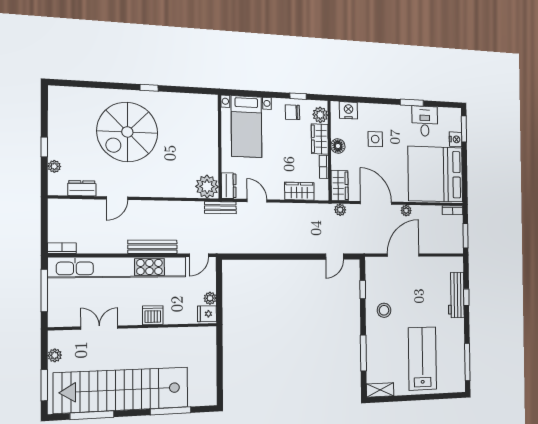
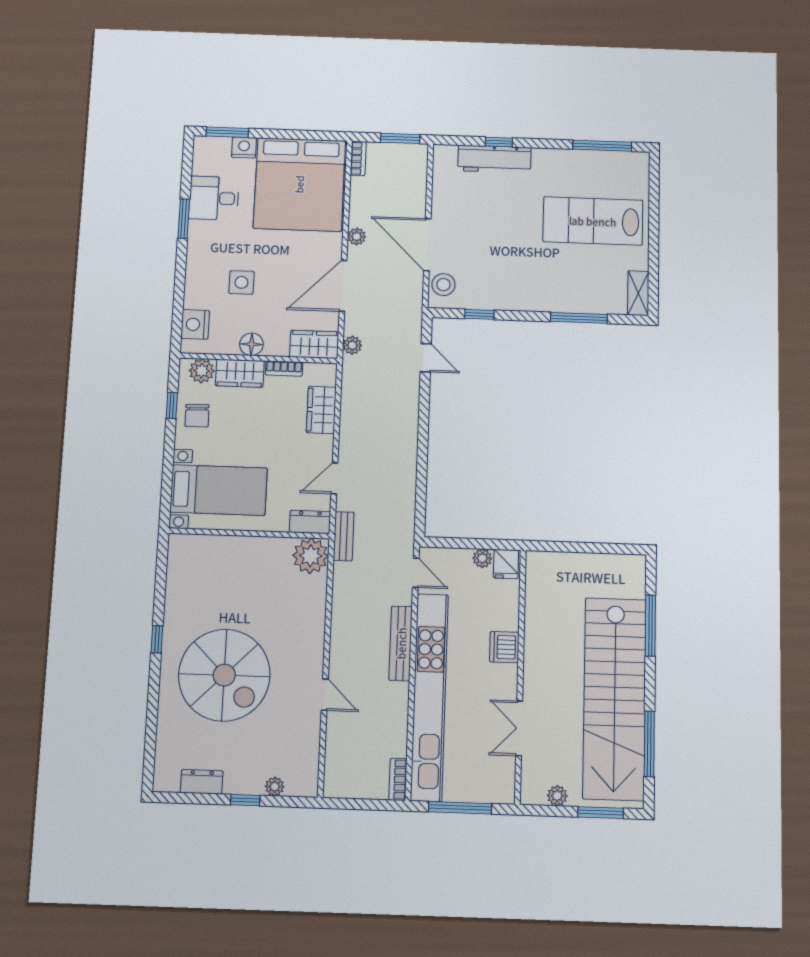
dresser: (82, 188) -> (202, 782), moved, turned 90
stool: (384, 310) -> (443, 285), moved

